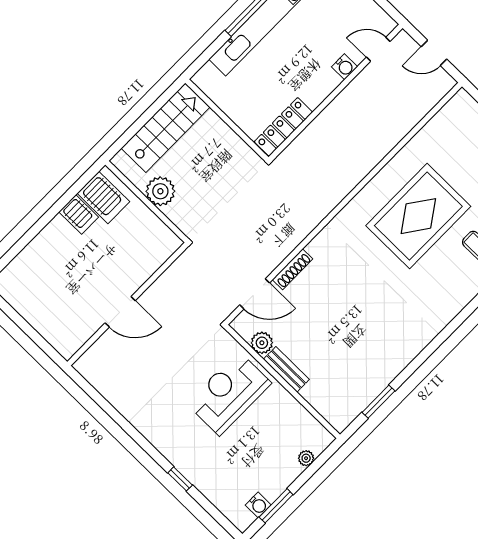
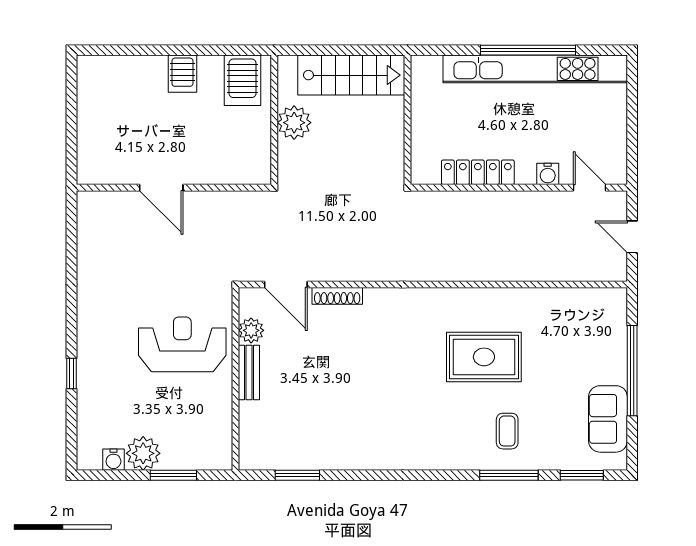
locker: (283, 127) -> (478, 172), moved
server rack: (79, 214) -> (182, 74), moved
rug: (418, 216) -> (484, 357), width x0.73, depth x0.69
plant: (306, 458) -> (143, 453), moved, width x1.88, depth x1.88
window: (276, 506) -> (173, 475), moved

